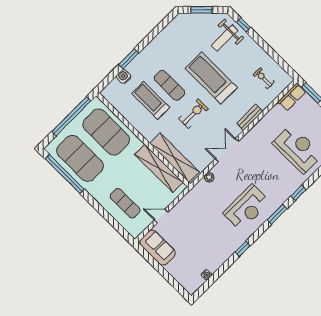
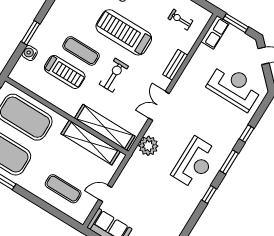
treadmill: (151, 101) -> (65, 72), turned 180
plant: (209, 177) -> (148, 146), width x1.88, depth x1.88
window: (243, 249) -> (209, 195), moved

